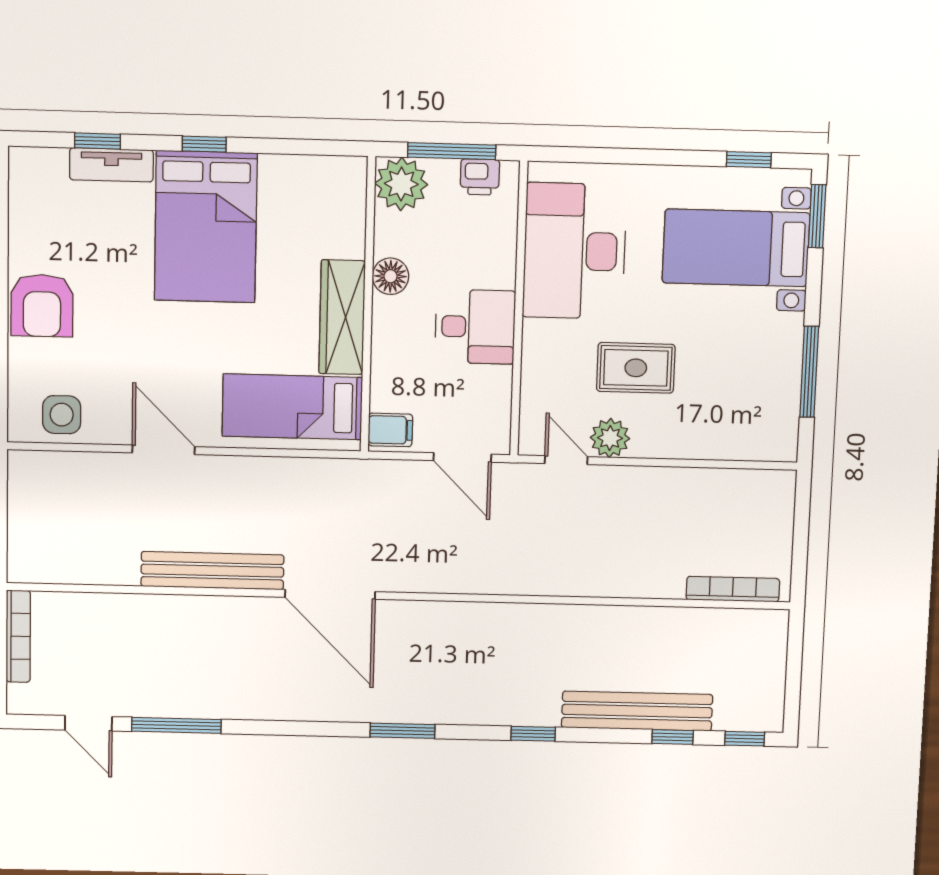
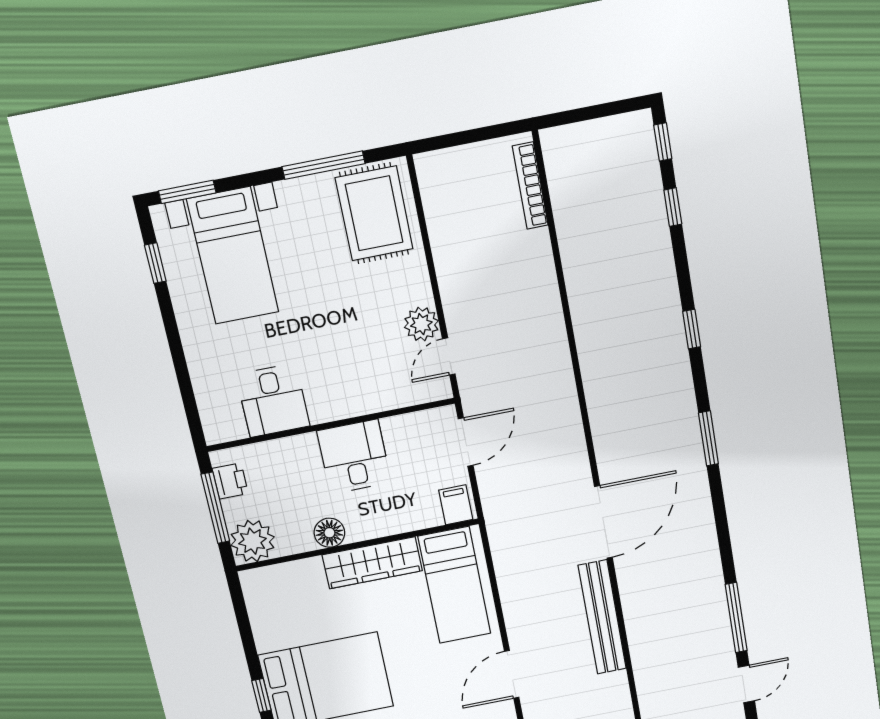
desk: (574, 251) -> (273, 400), width x0.53, depth x0.77
rug: (636, 368) -> (374, 213), moved, width x1.36, depth x1.43
bench: (637, 711) -> (655, 244), removed

